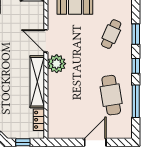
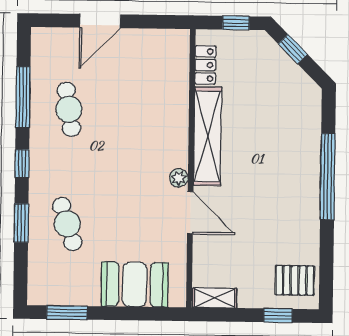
cafe table: (111, 34) -> (67, 224), turned -42
plant: (57, 64) -> (179, 178), width x0.53, depth x0.53
cafe table: (111, 95) -> (69, 109), width x0.73, depth x0.74

